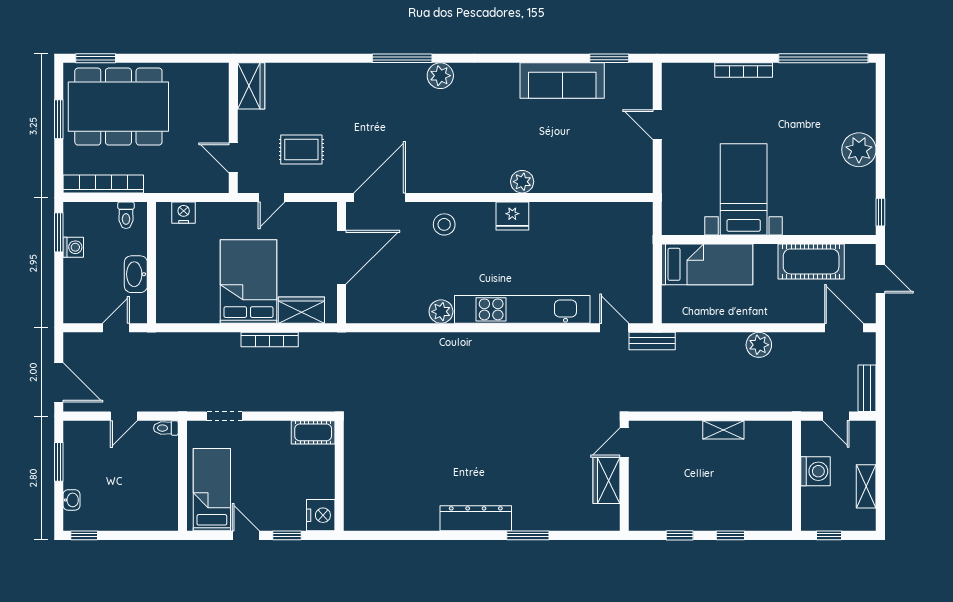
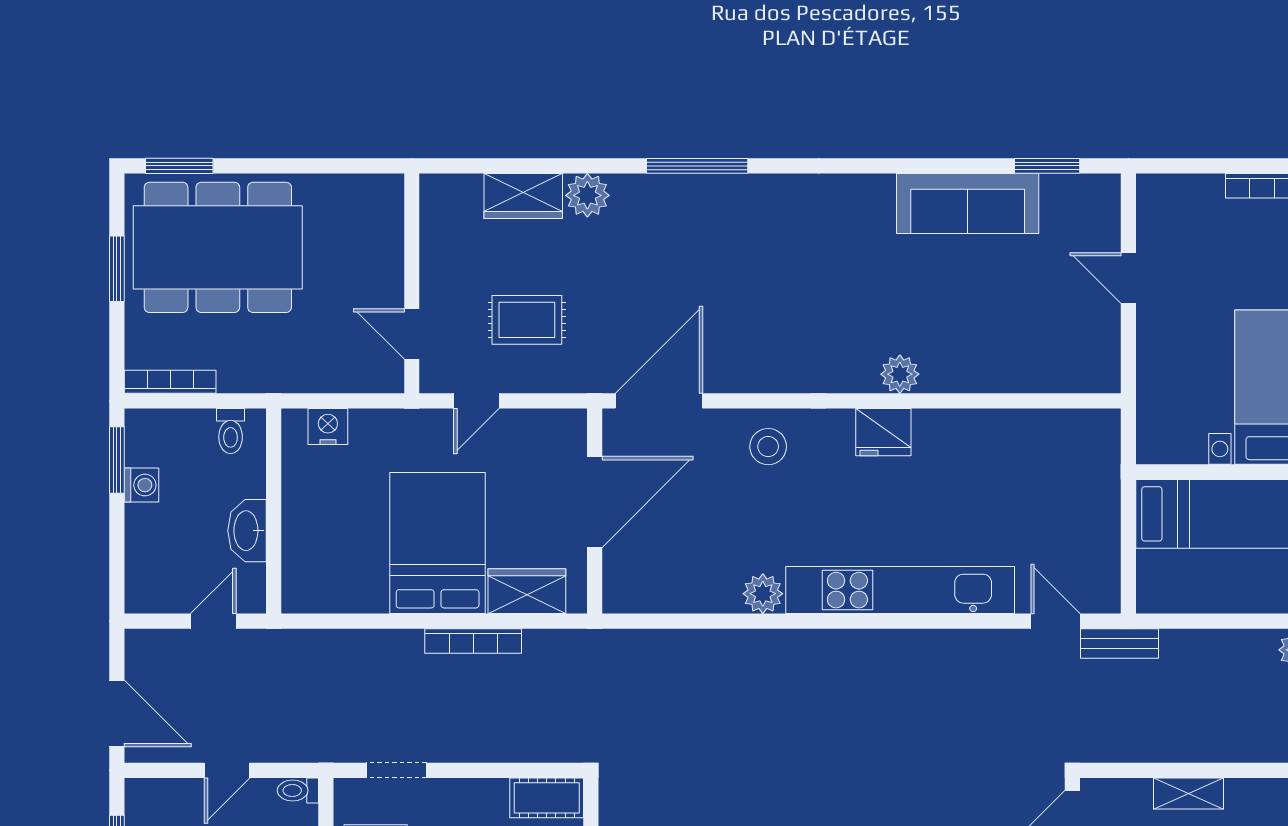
plant: (440, 76) -> (587, 195), moved
wardrobe: (251, 86) -> (523, 196), moved, turned 90
bookcase: (103, 184) -> (170, 382), width x0.68, depth x0.76
shelving: (723, 430) -> (1188, 794), moved

